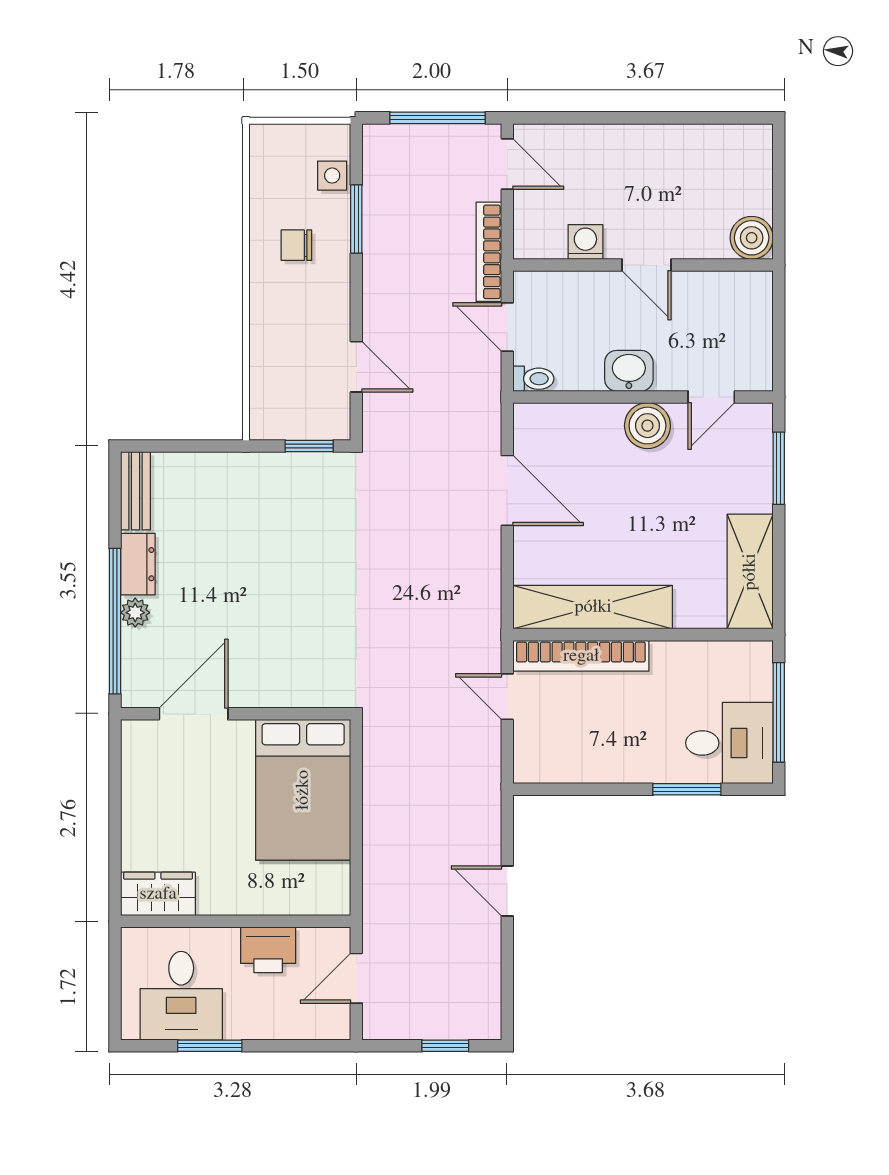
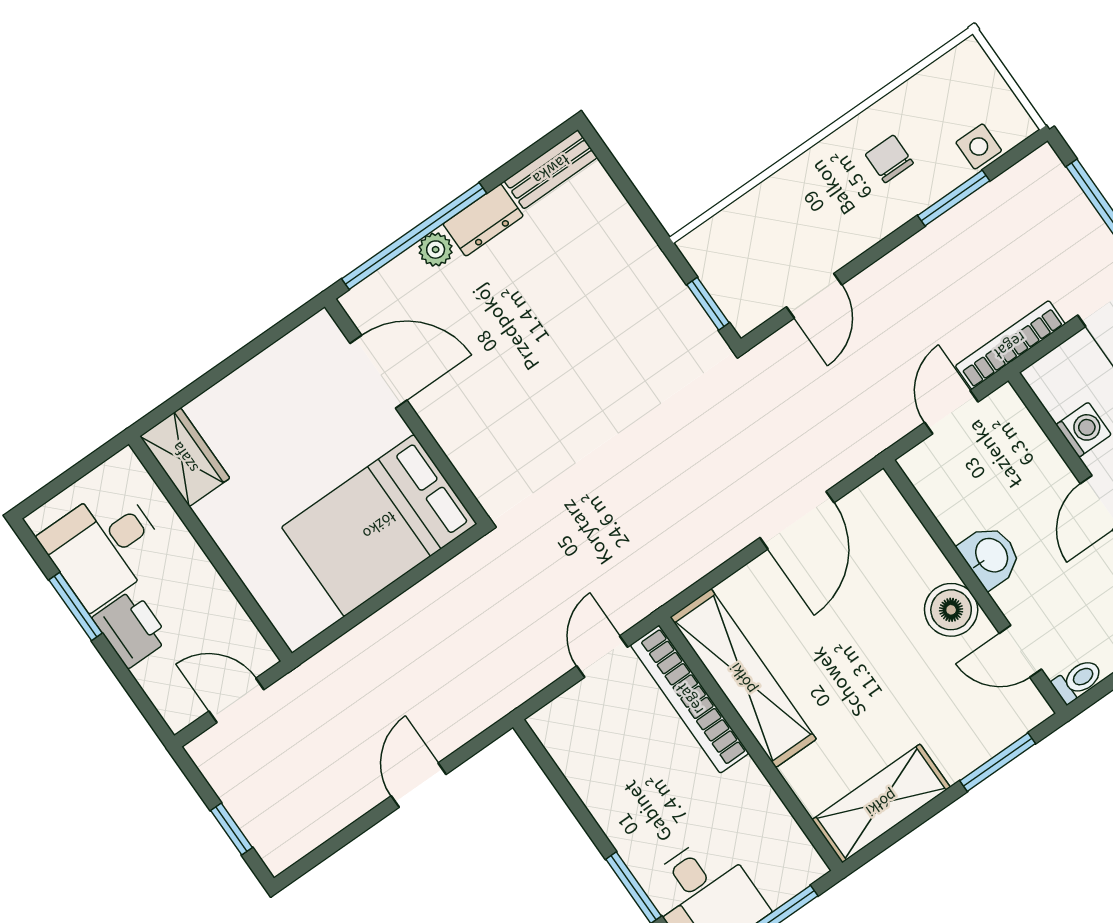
toilet: (533, 379) -> (1078, 680), moved, turned -90
printer: (268, 950) -> (131, 628), moved, turned 180

